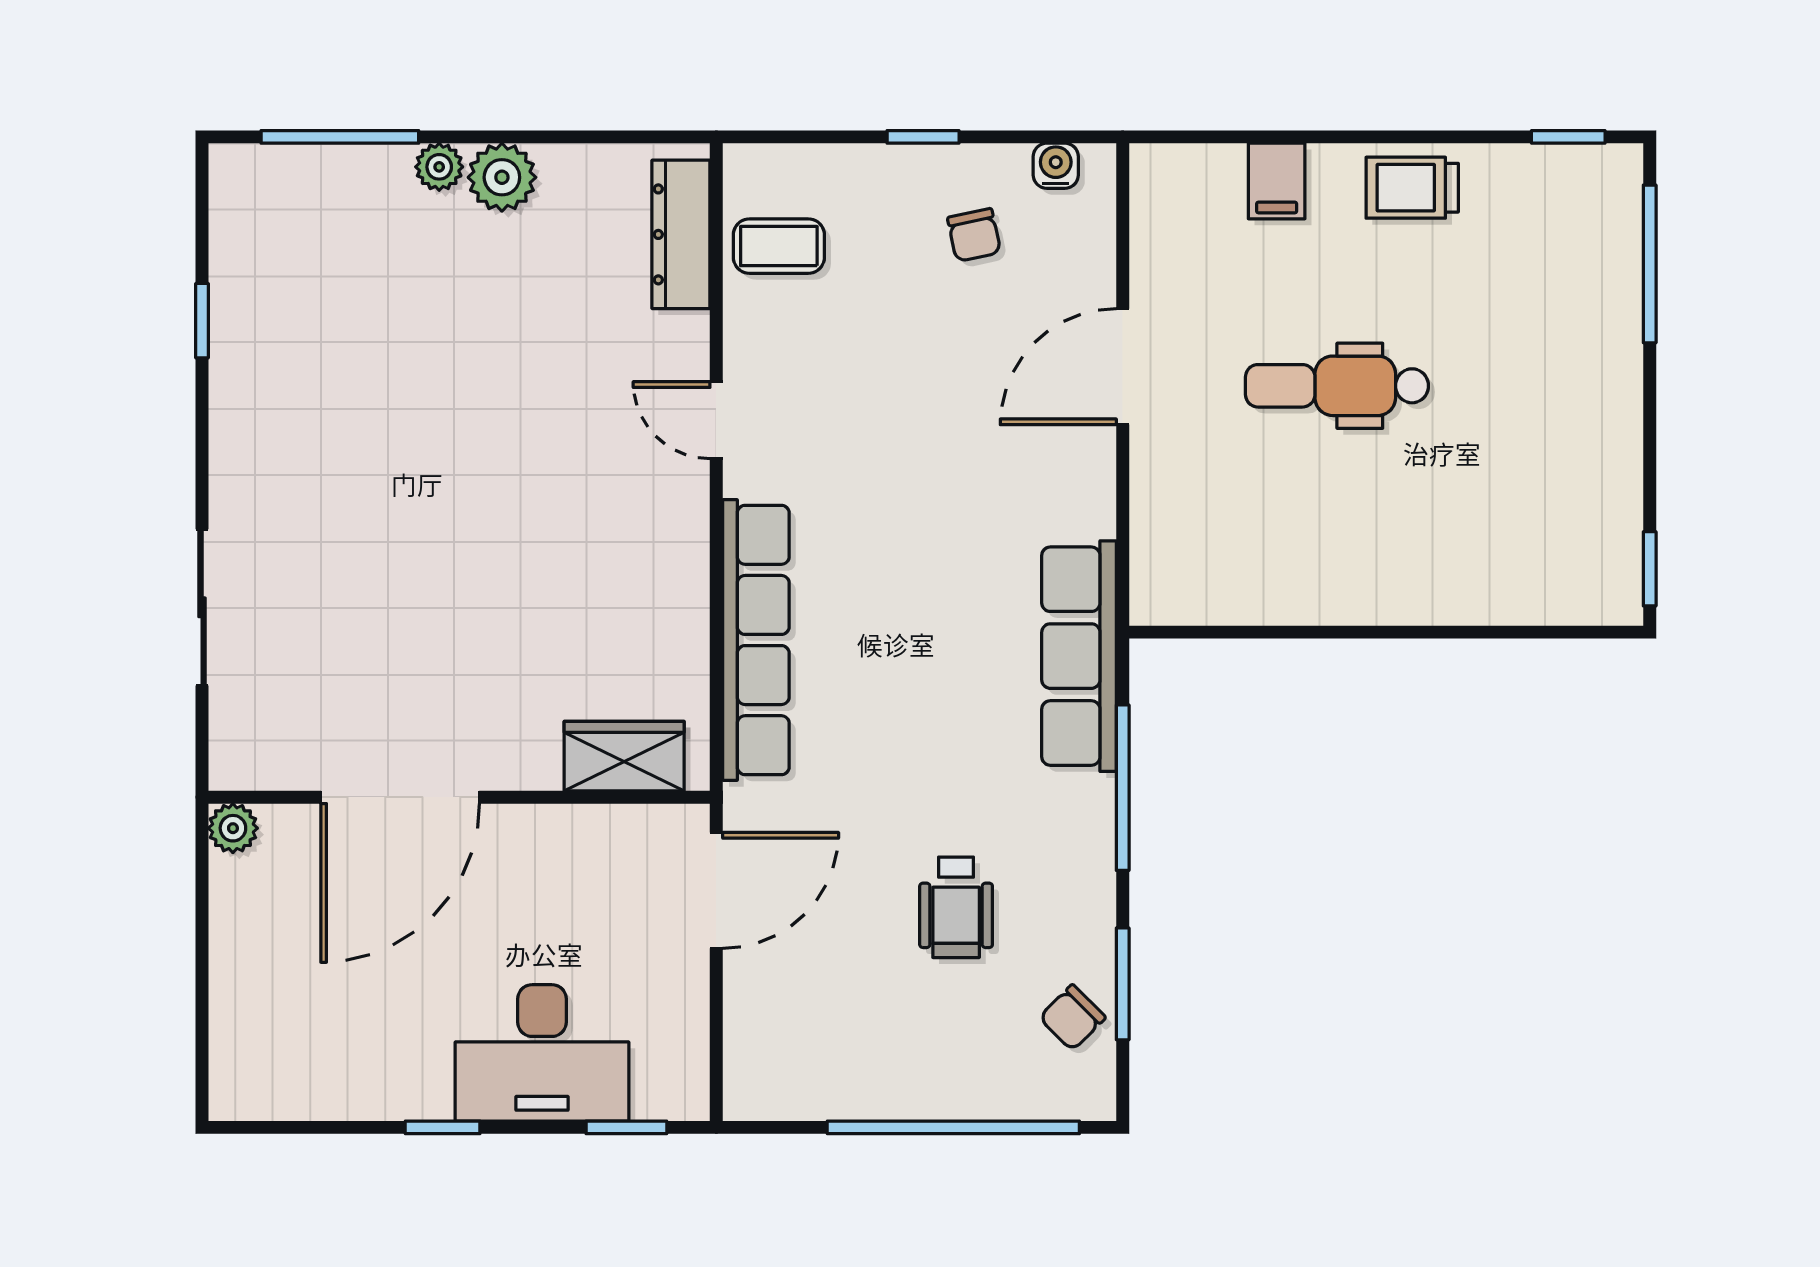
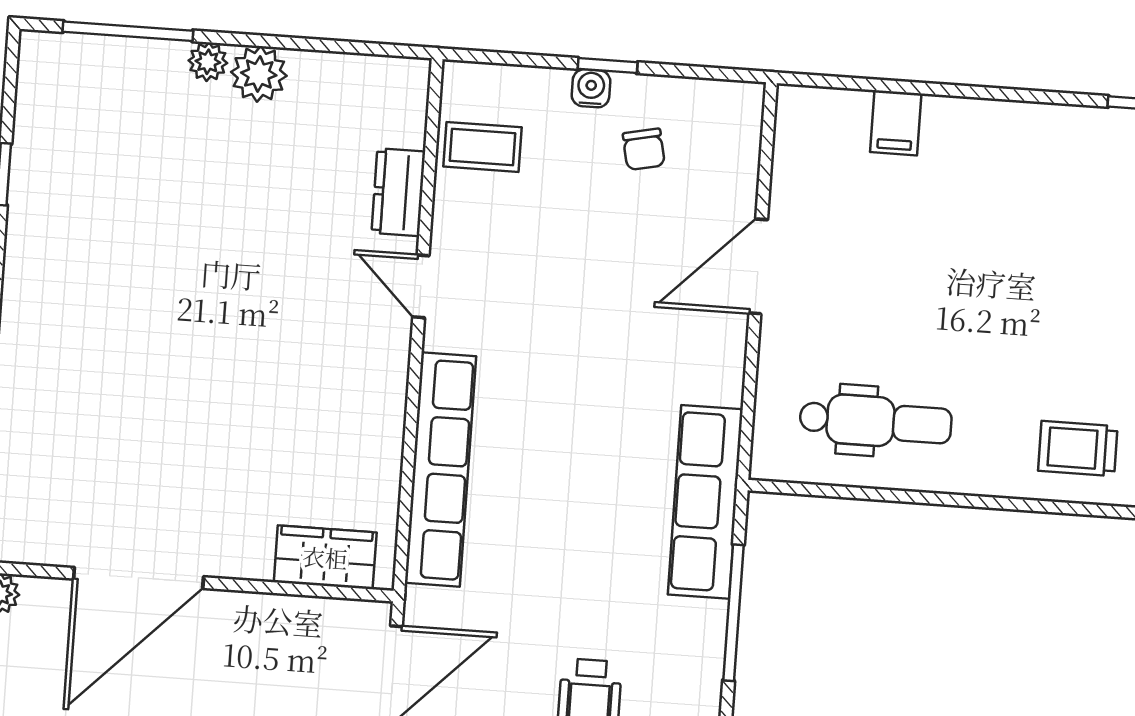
water cooler: (1056, 166) -> (591, 88), moved
trolley: (1412, 188) -> (1078, 448), moved
dresser: (681, 234) -> (398, 192), moved, width x0.70
dental chair: (1337, 386) -> (876, 421), moved, turned 180

